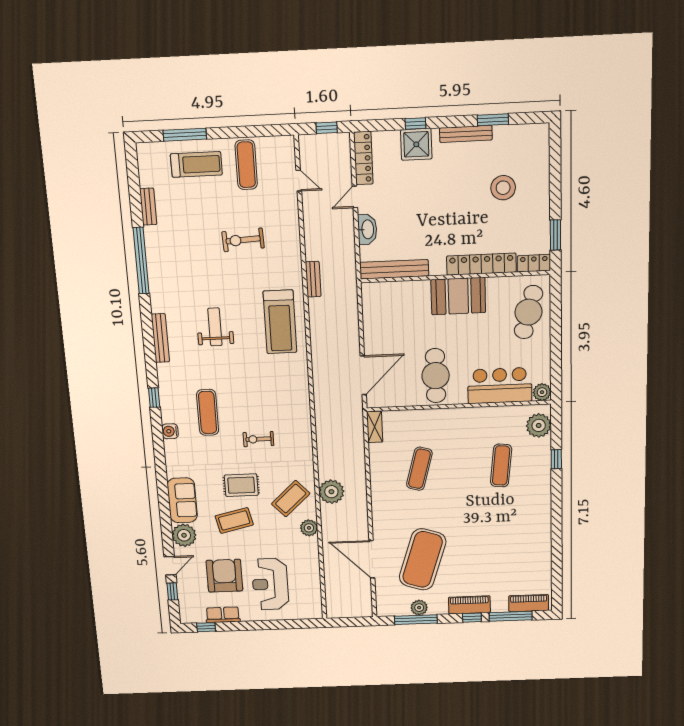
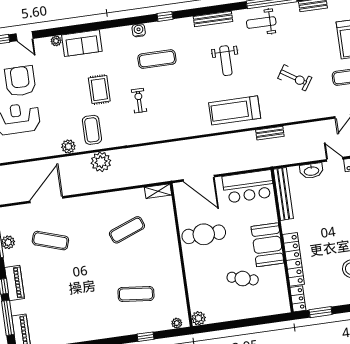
exercise bike: (243, 240) -> (295, 78), turned 126
weight bench: (168, 277) -> (261, 23), added
cafe table: (528, 312) -> (243, 279), moved, width x0.73, depth x0.74
weight bench: (215, 327) -> (226, 61), turned 90
bar counter: (500, 386) -> (248, 186), moved, turned 90
plant: (539, 425) -> (177, 323), width x0.53, depth x0.53
exercise mat: (419, 469) -> (127, 230), turned -36
coffee table: (291, 499) -> (92, 130), turned 43
coffee table: (234, 520) -> (69, 86), removed
plant: (184, 535) -> (56, 41), width x0.53, depth x0.53
exercise mat: (423, 559) -> (50, 241), width x0.50, depth x0.69
armchair: (224, 576) -> (20, 81), turned -90

